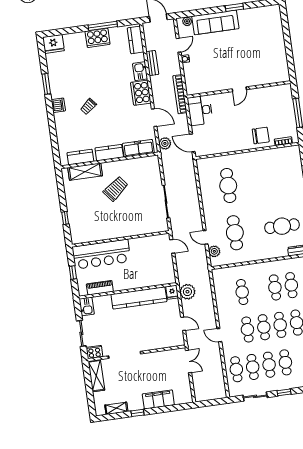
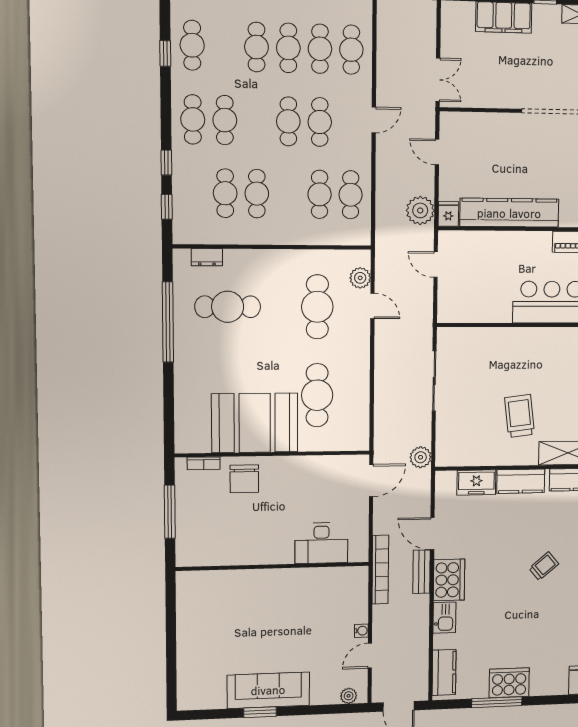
sofa: (215, 22) -> (268, 690), moved
bench: (152, 63) -> (422, 572), moved
door: (239, 89) -> (272, 566), removed
desk: (200, 110) -> (321, 543), moved, turned 90
chair: (261, 135) -> (244, 479), turned -90
plant: (165, 143) -> (421, 457), moved
door: (192, 143) -> (371, 481), hinge flipped
freezer: (138, 148) -> (476, 483), width x0.71
booth: (259, 166) -> (255, 423), added
trolley: (116, 189) -> (520, 416), turned 121
door: (172, 246) -> (436, 264), moved
cafe table: (280, 325) -> (351, 195), moved
door: (219, 335) -> (374, 120), hinge flipped
double door: (188, 361) -> (438, 80), swing flipped

